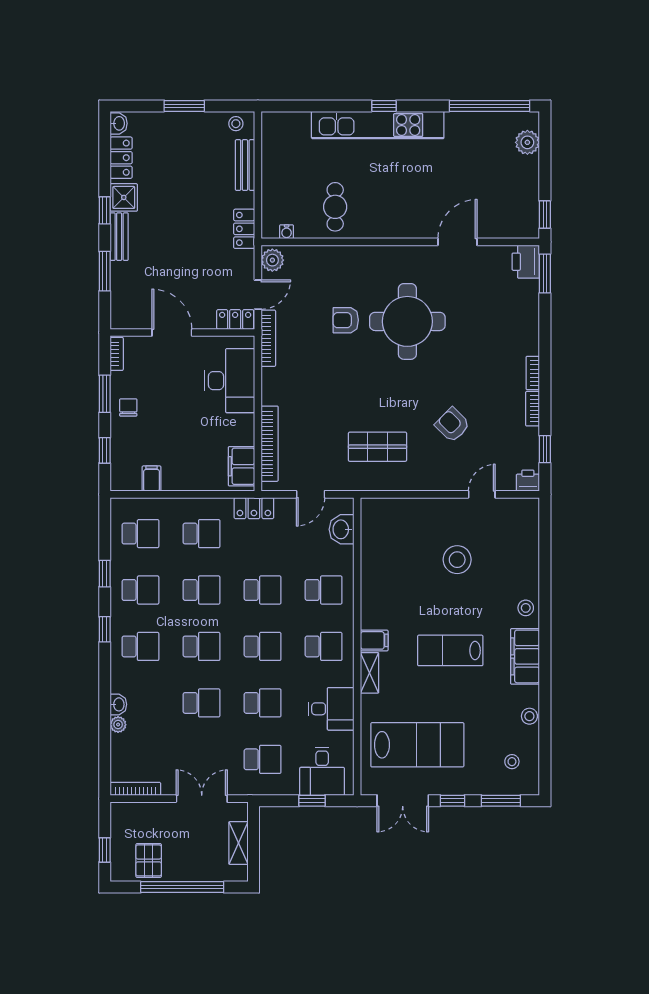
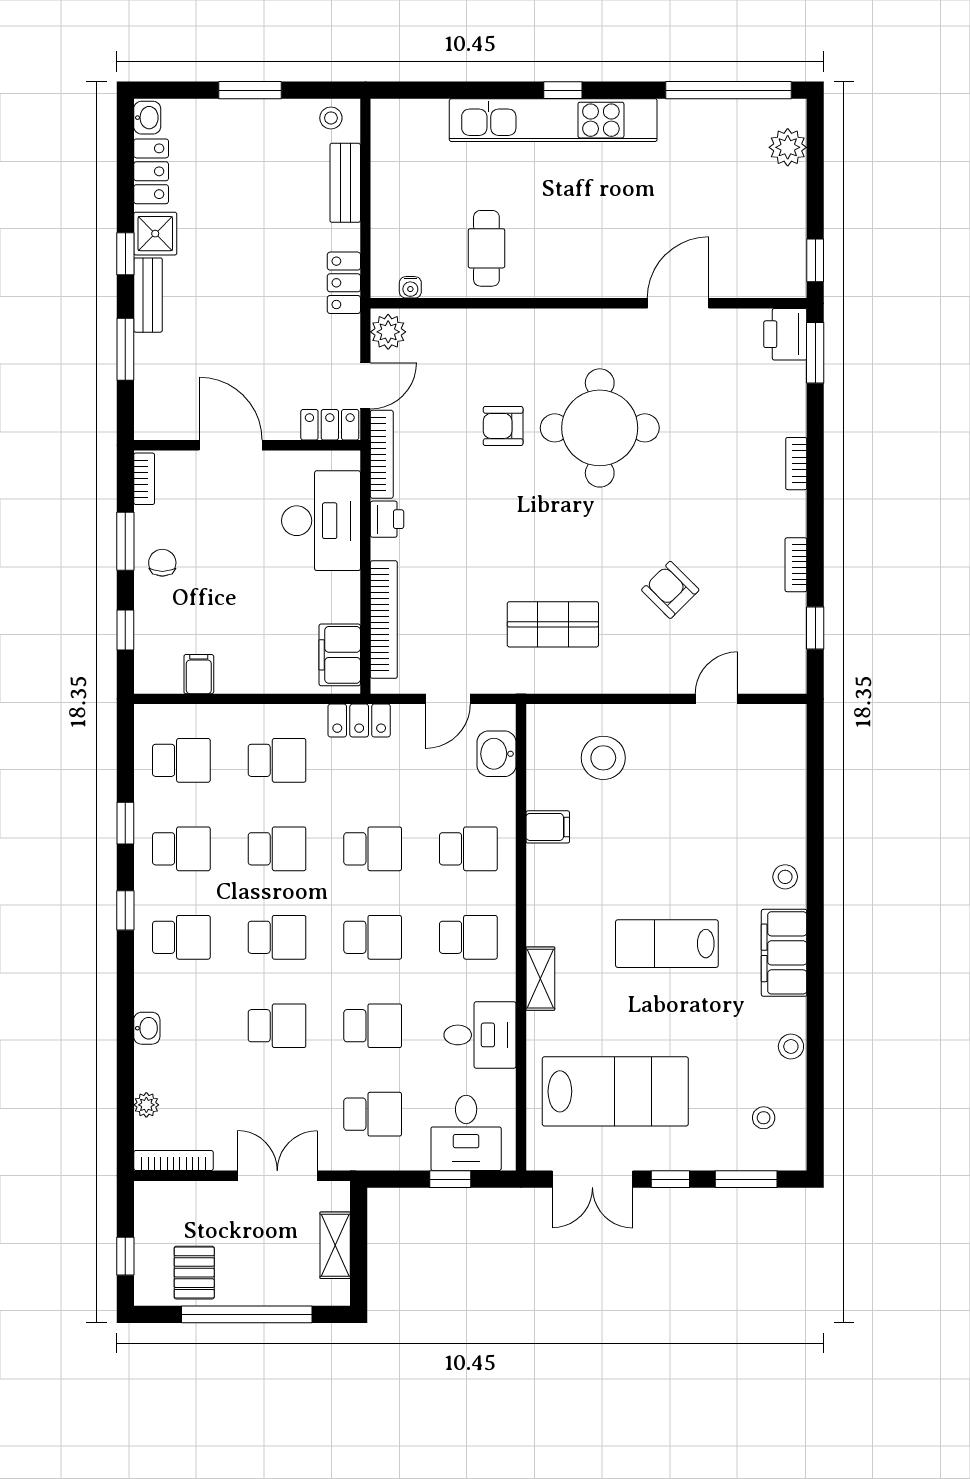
bookcase: (533, 373) -> (796, 464), moved
printer: (528, 481) -> (387, 519), moved, turned 90
stool: (457, 560) -> (603, 758), moved
filing cabinet: (374, 640) -> (548, 827), moved
plant: (118, 725) -> (146, 1105), moved

